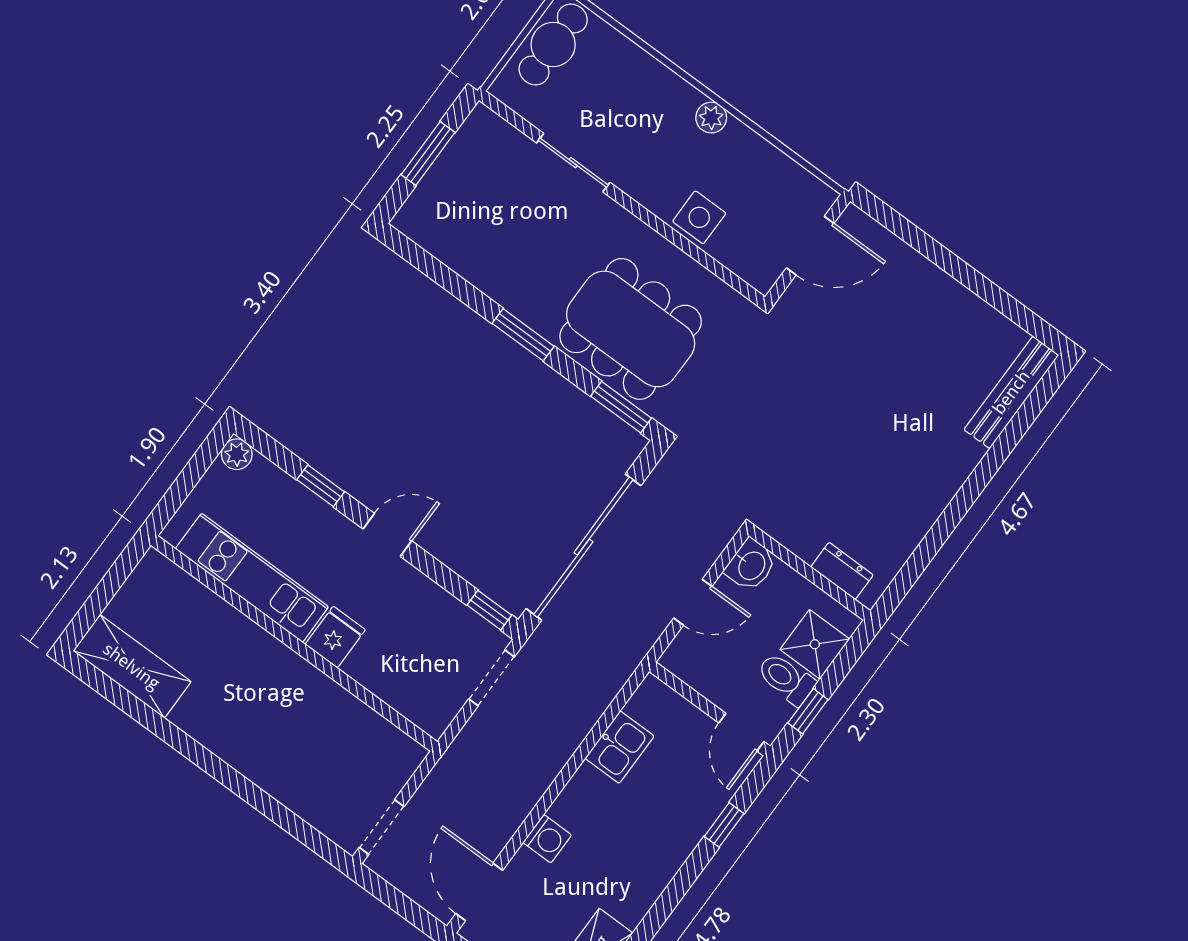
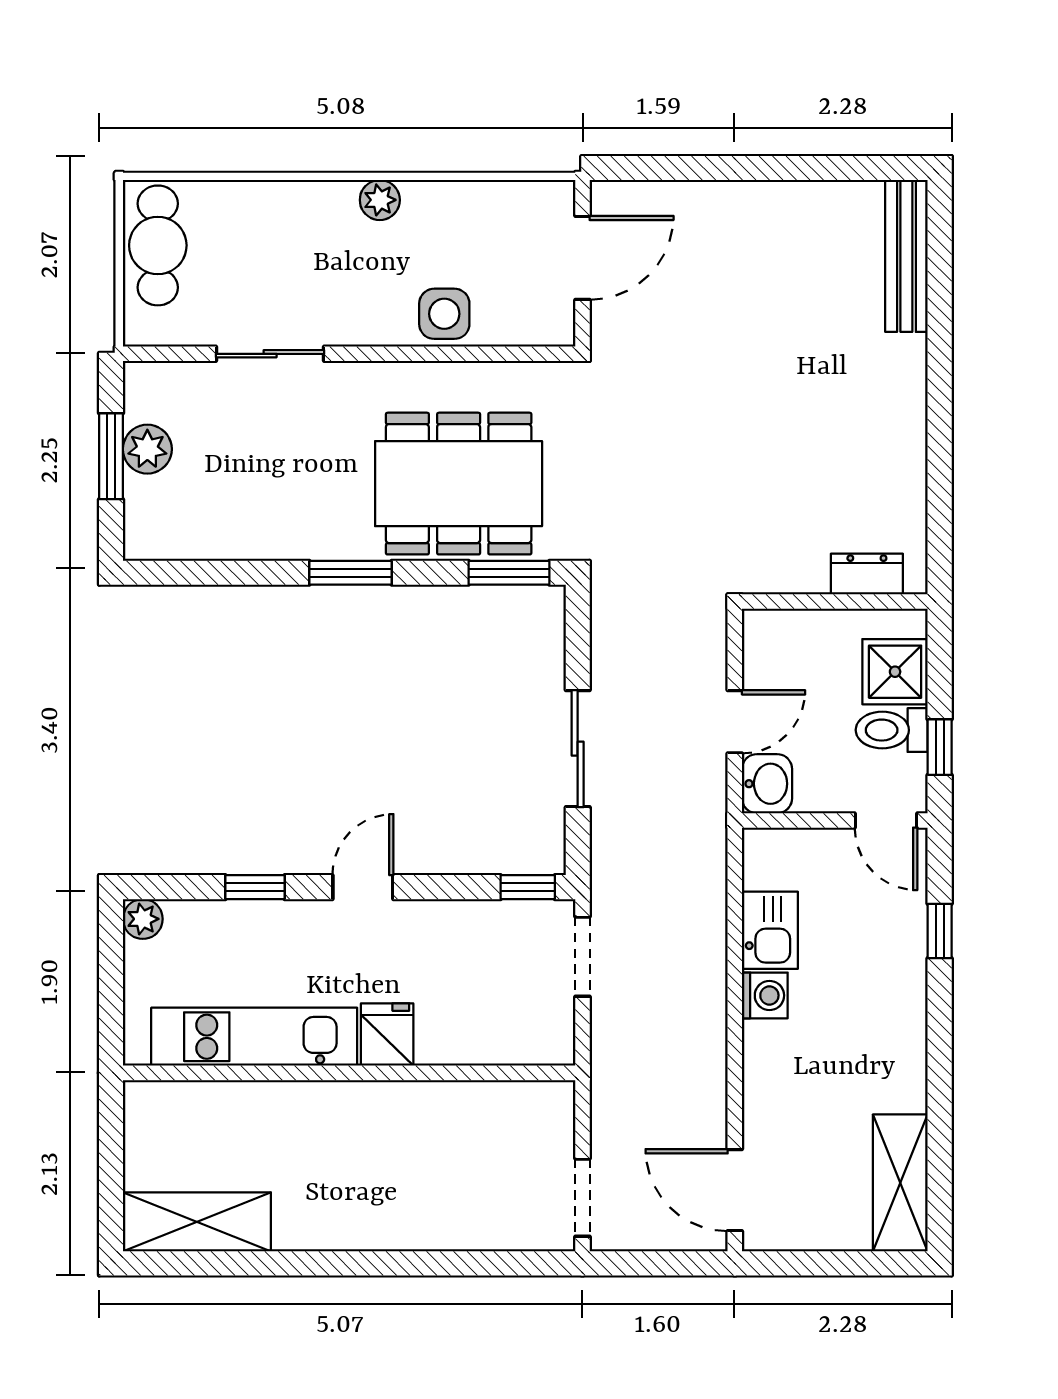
plant: (454, 166) -> (147, 449), added
sliding door: (583, 547) -> (578, 749), width x0.54
washbasin: (751, 565) -> (767, 784), moved
washing machine: (547, 839) -> (765, 995), moved

